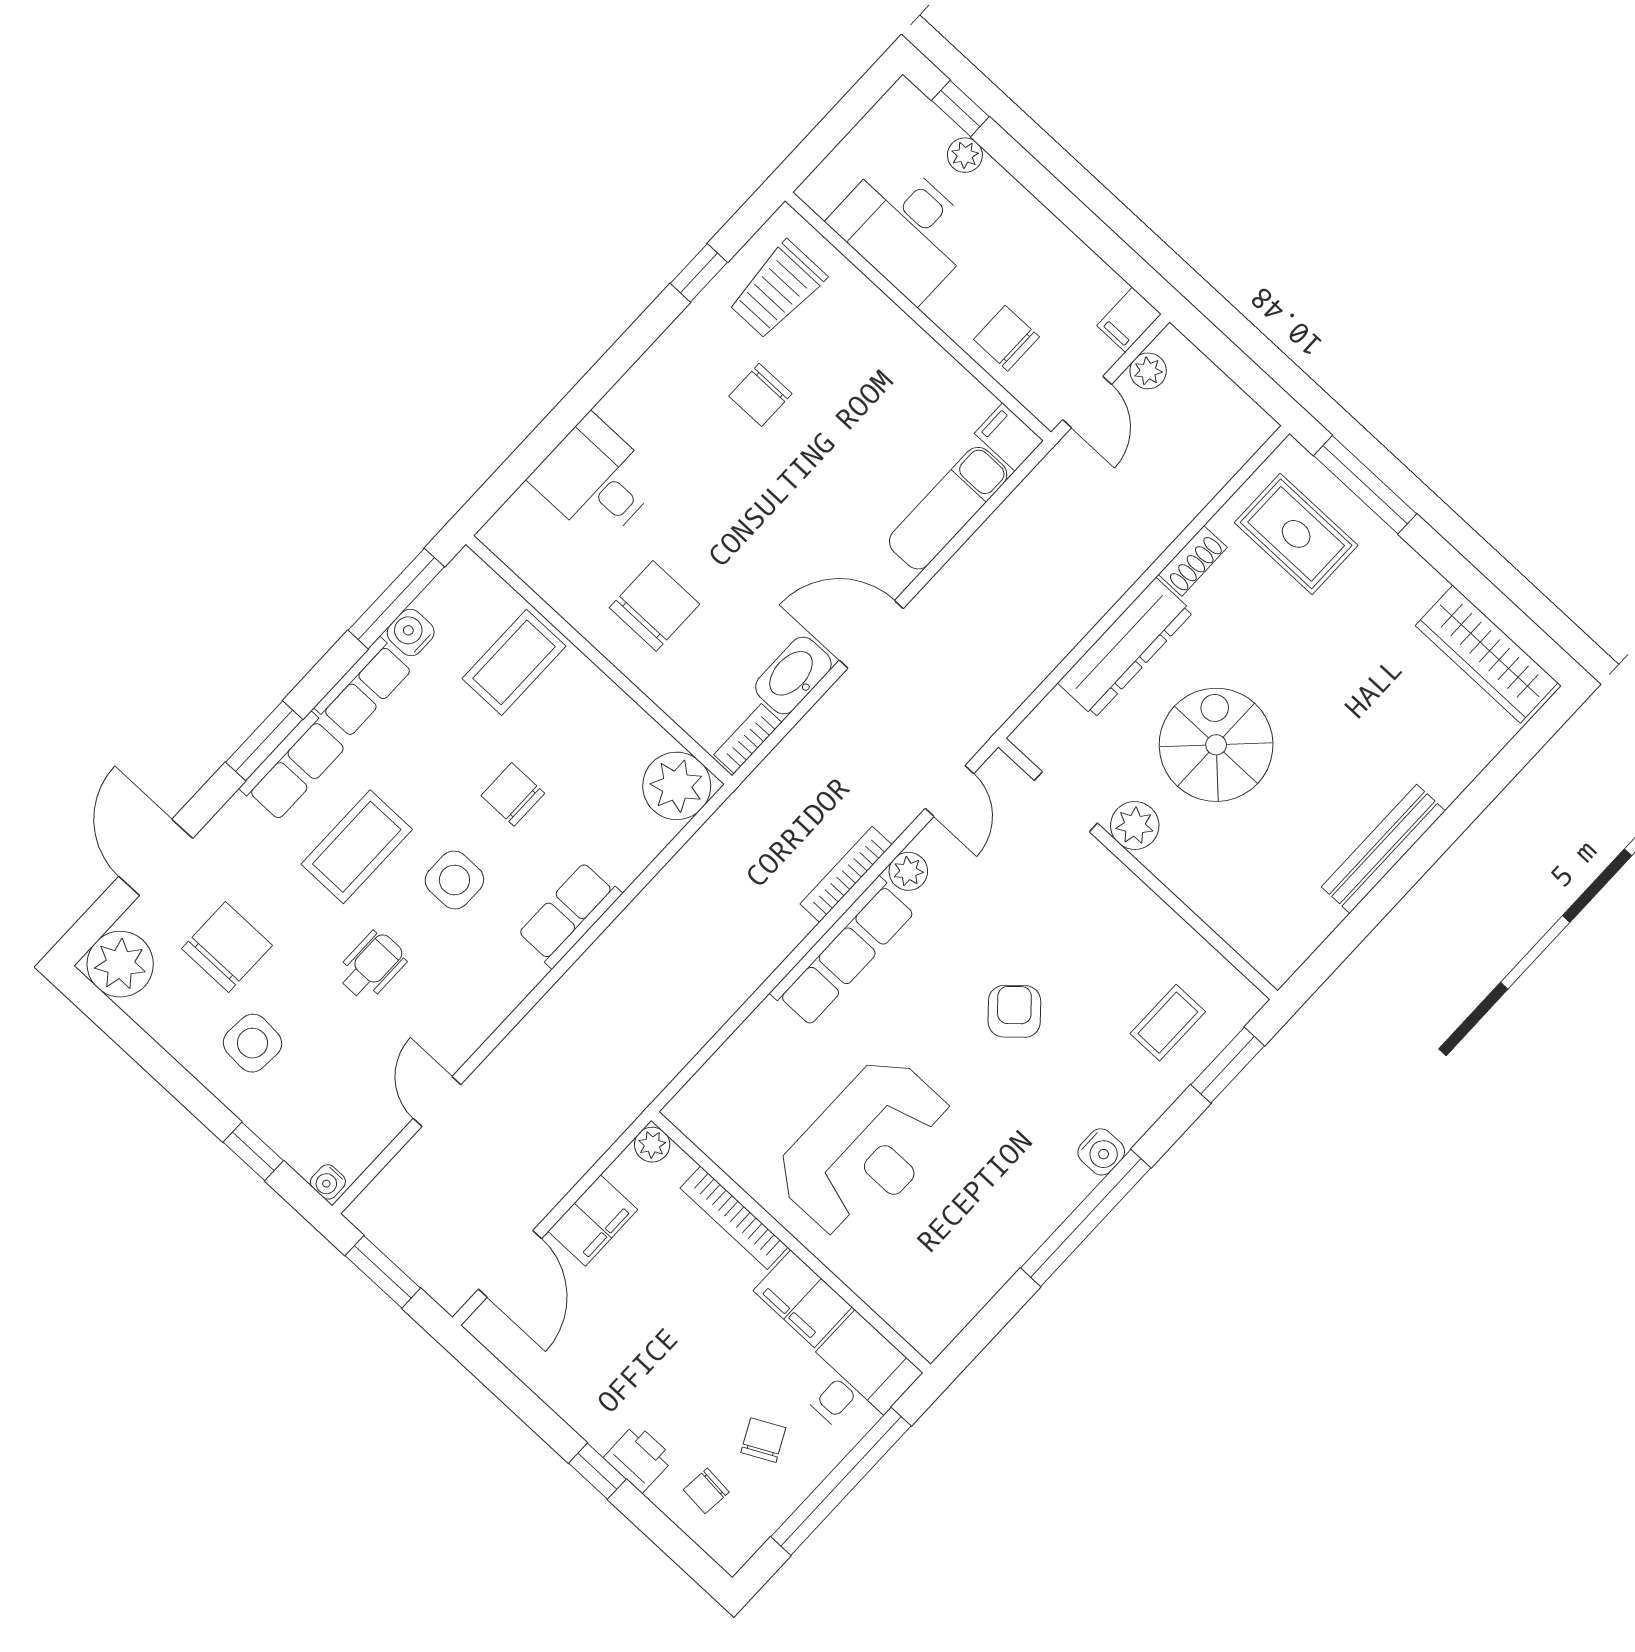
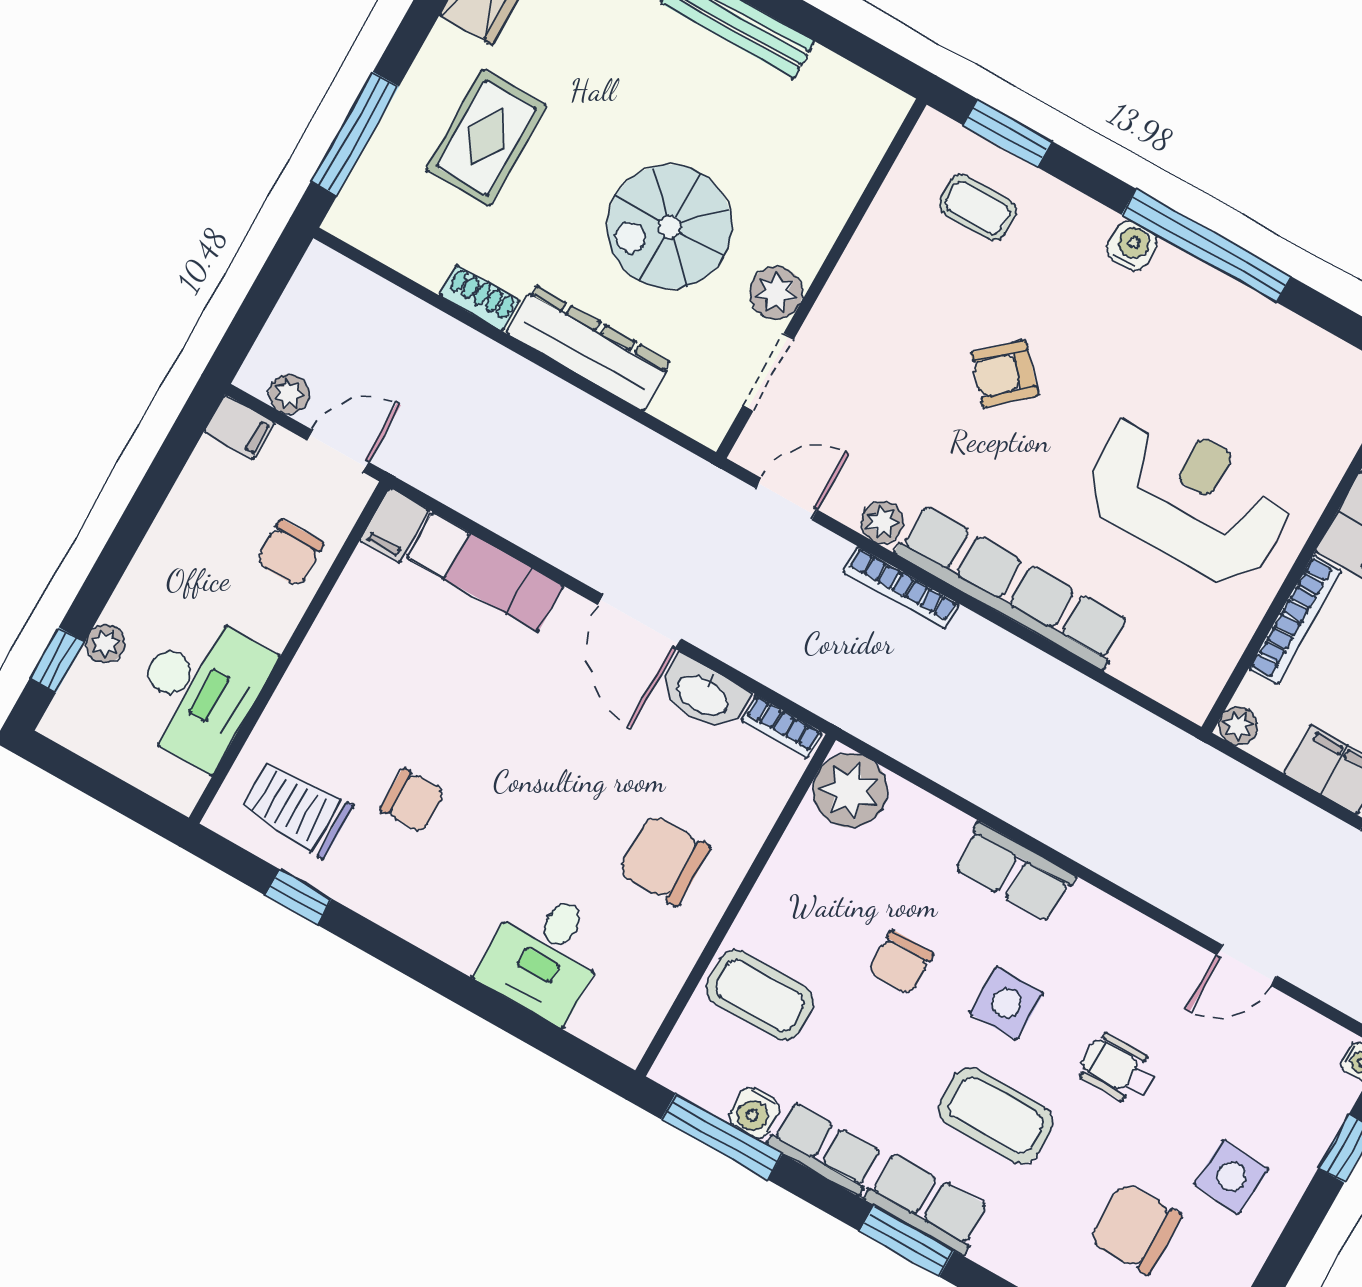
trolley: (777, 290) -> (296, 809), turned 180
rug: (1296, 534) -> (486, 138), moved
row of seats: (843, 952) -> (1013, 587), width x1.36

